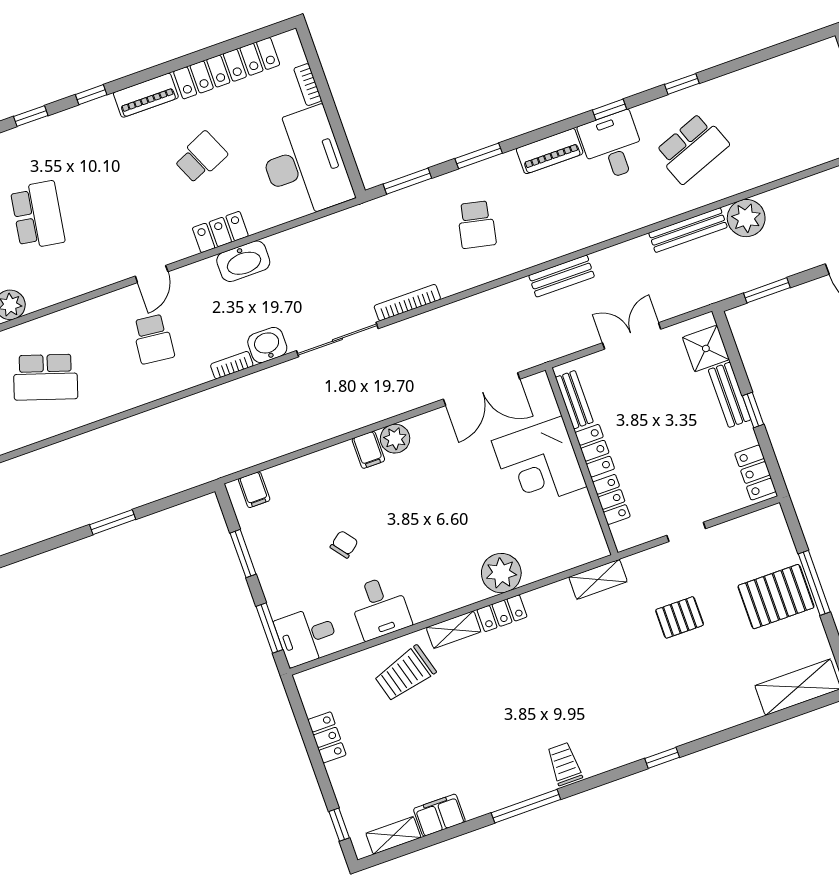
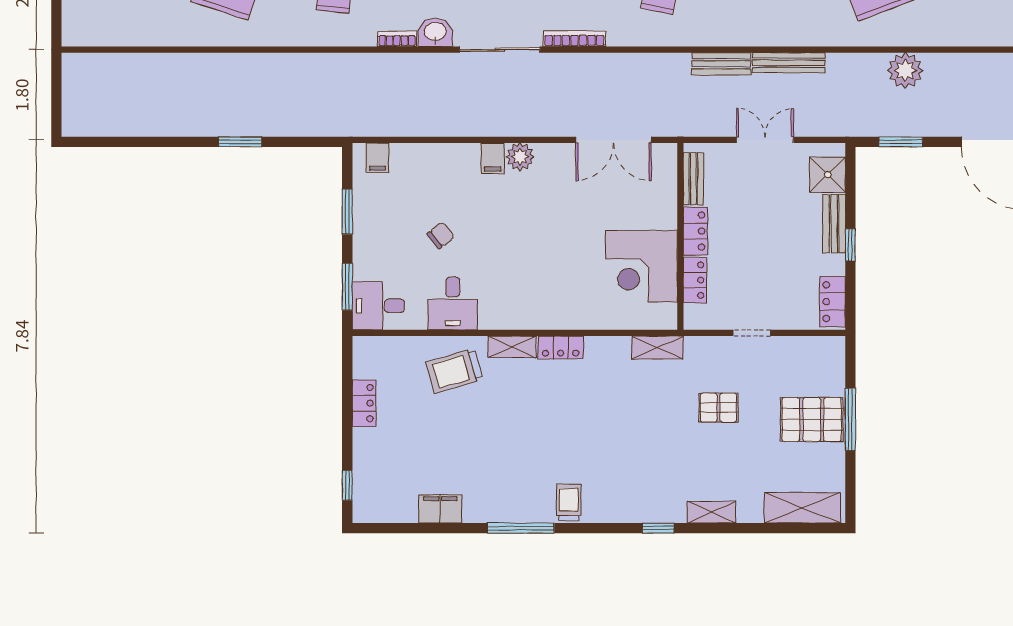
bench: (688, 230) -> (789, 63), moved
corner desk: (539, 464) -> (641, 266), moved
plant: (501, 573) -> (573, 311), removed
shelving: (393, 835) -> (712, 512), moved

